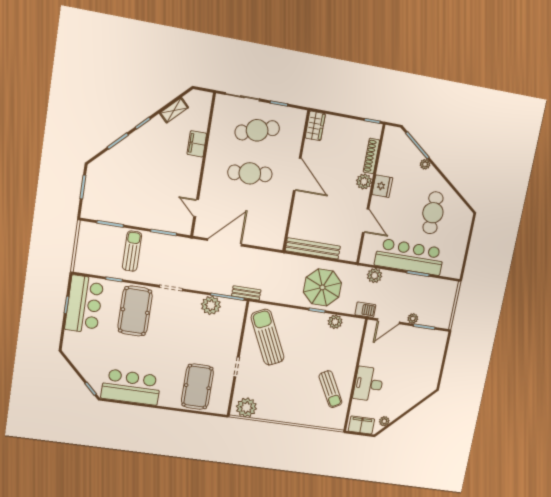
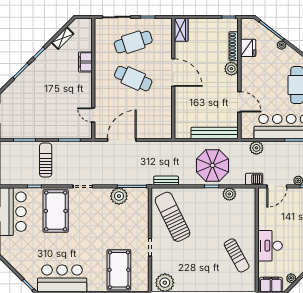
cafe table: (250, 173) -> (133, 79), turned 30
fridge: (382, 186) -> (248, 48), moved
bench: (313, 248) -> (215, 133), moved
bench: (246, 293) -> (166, 181), moved

